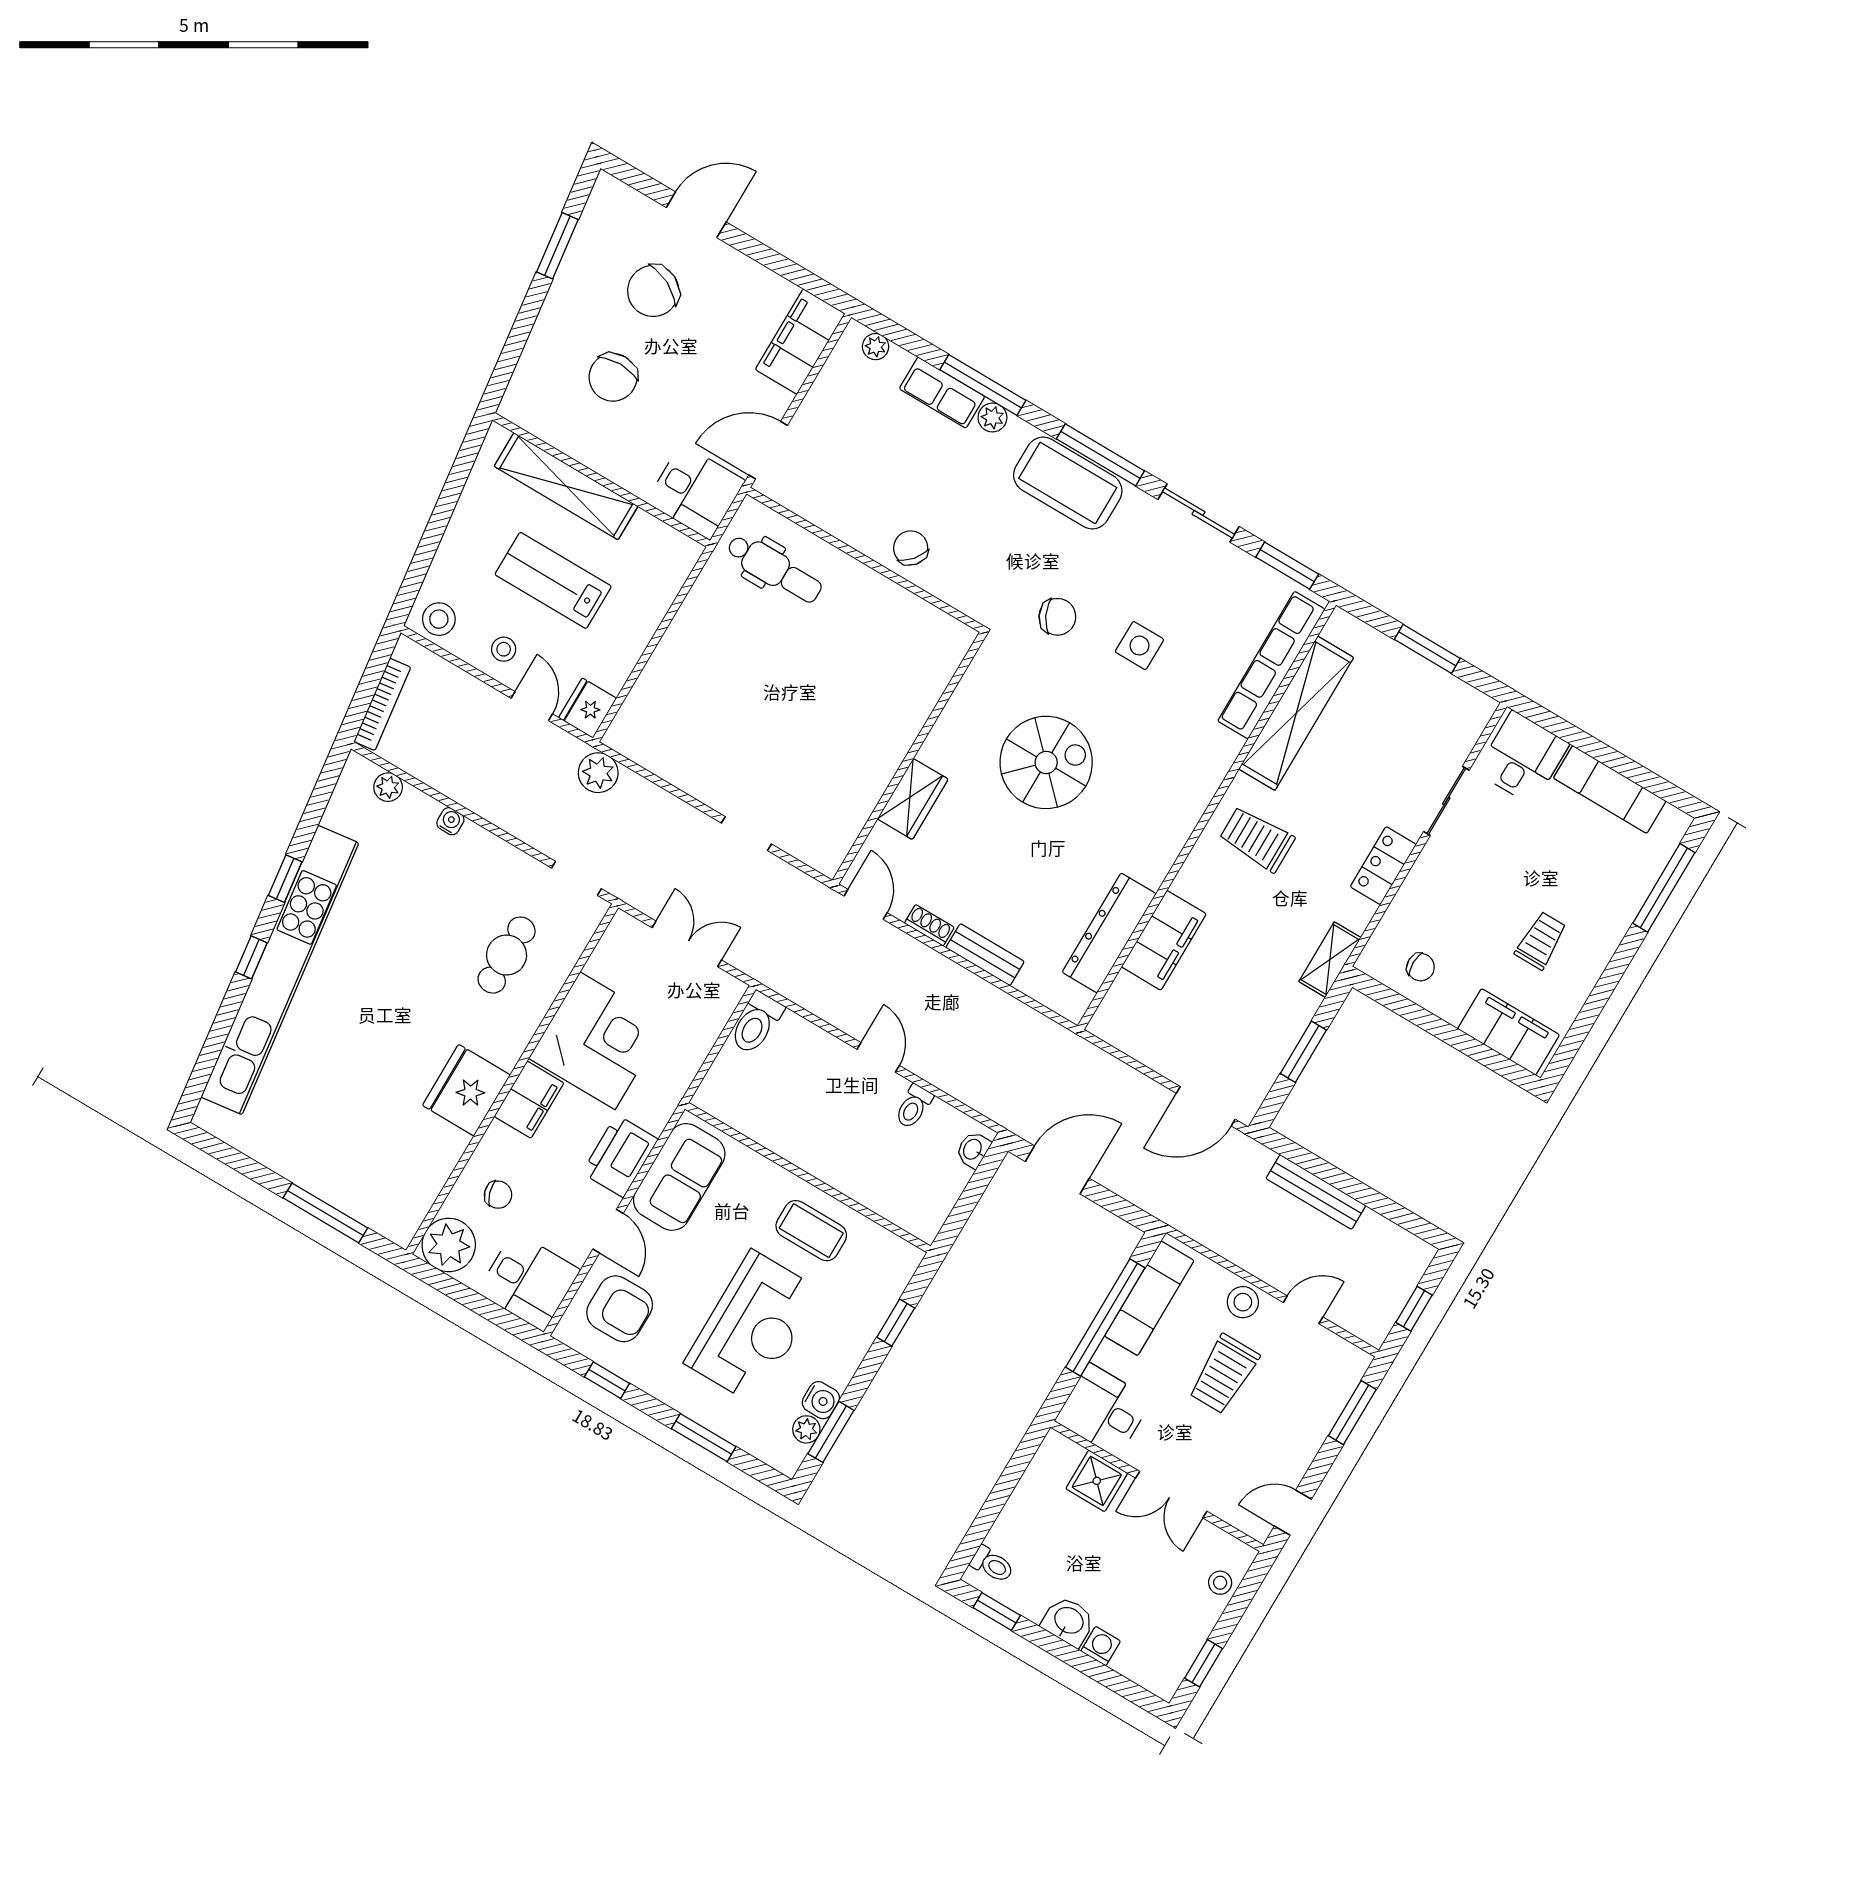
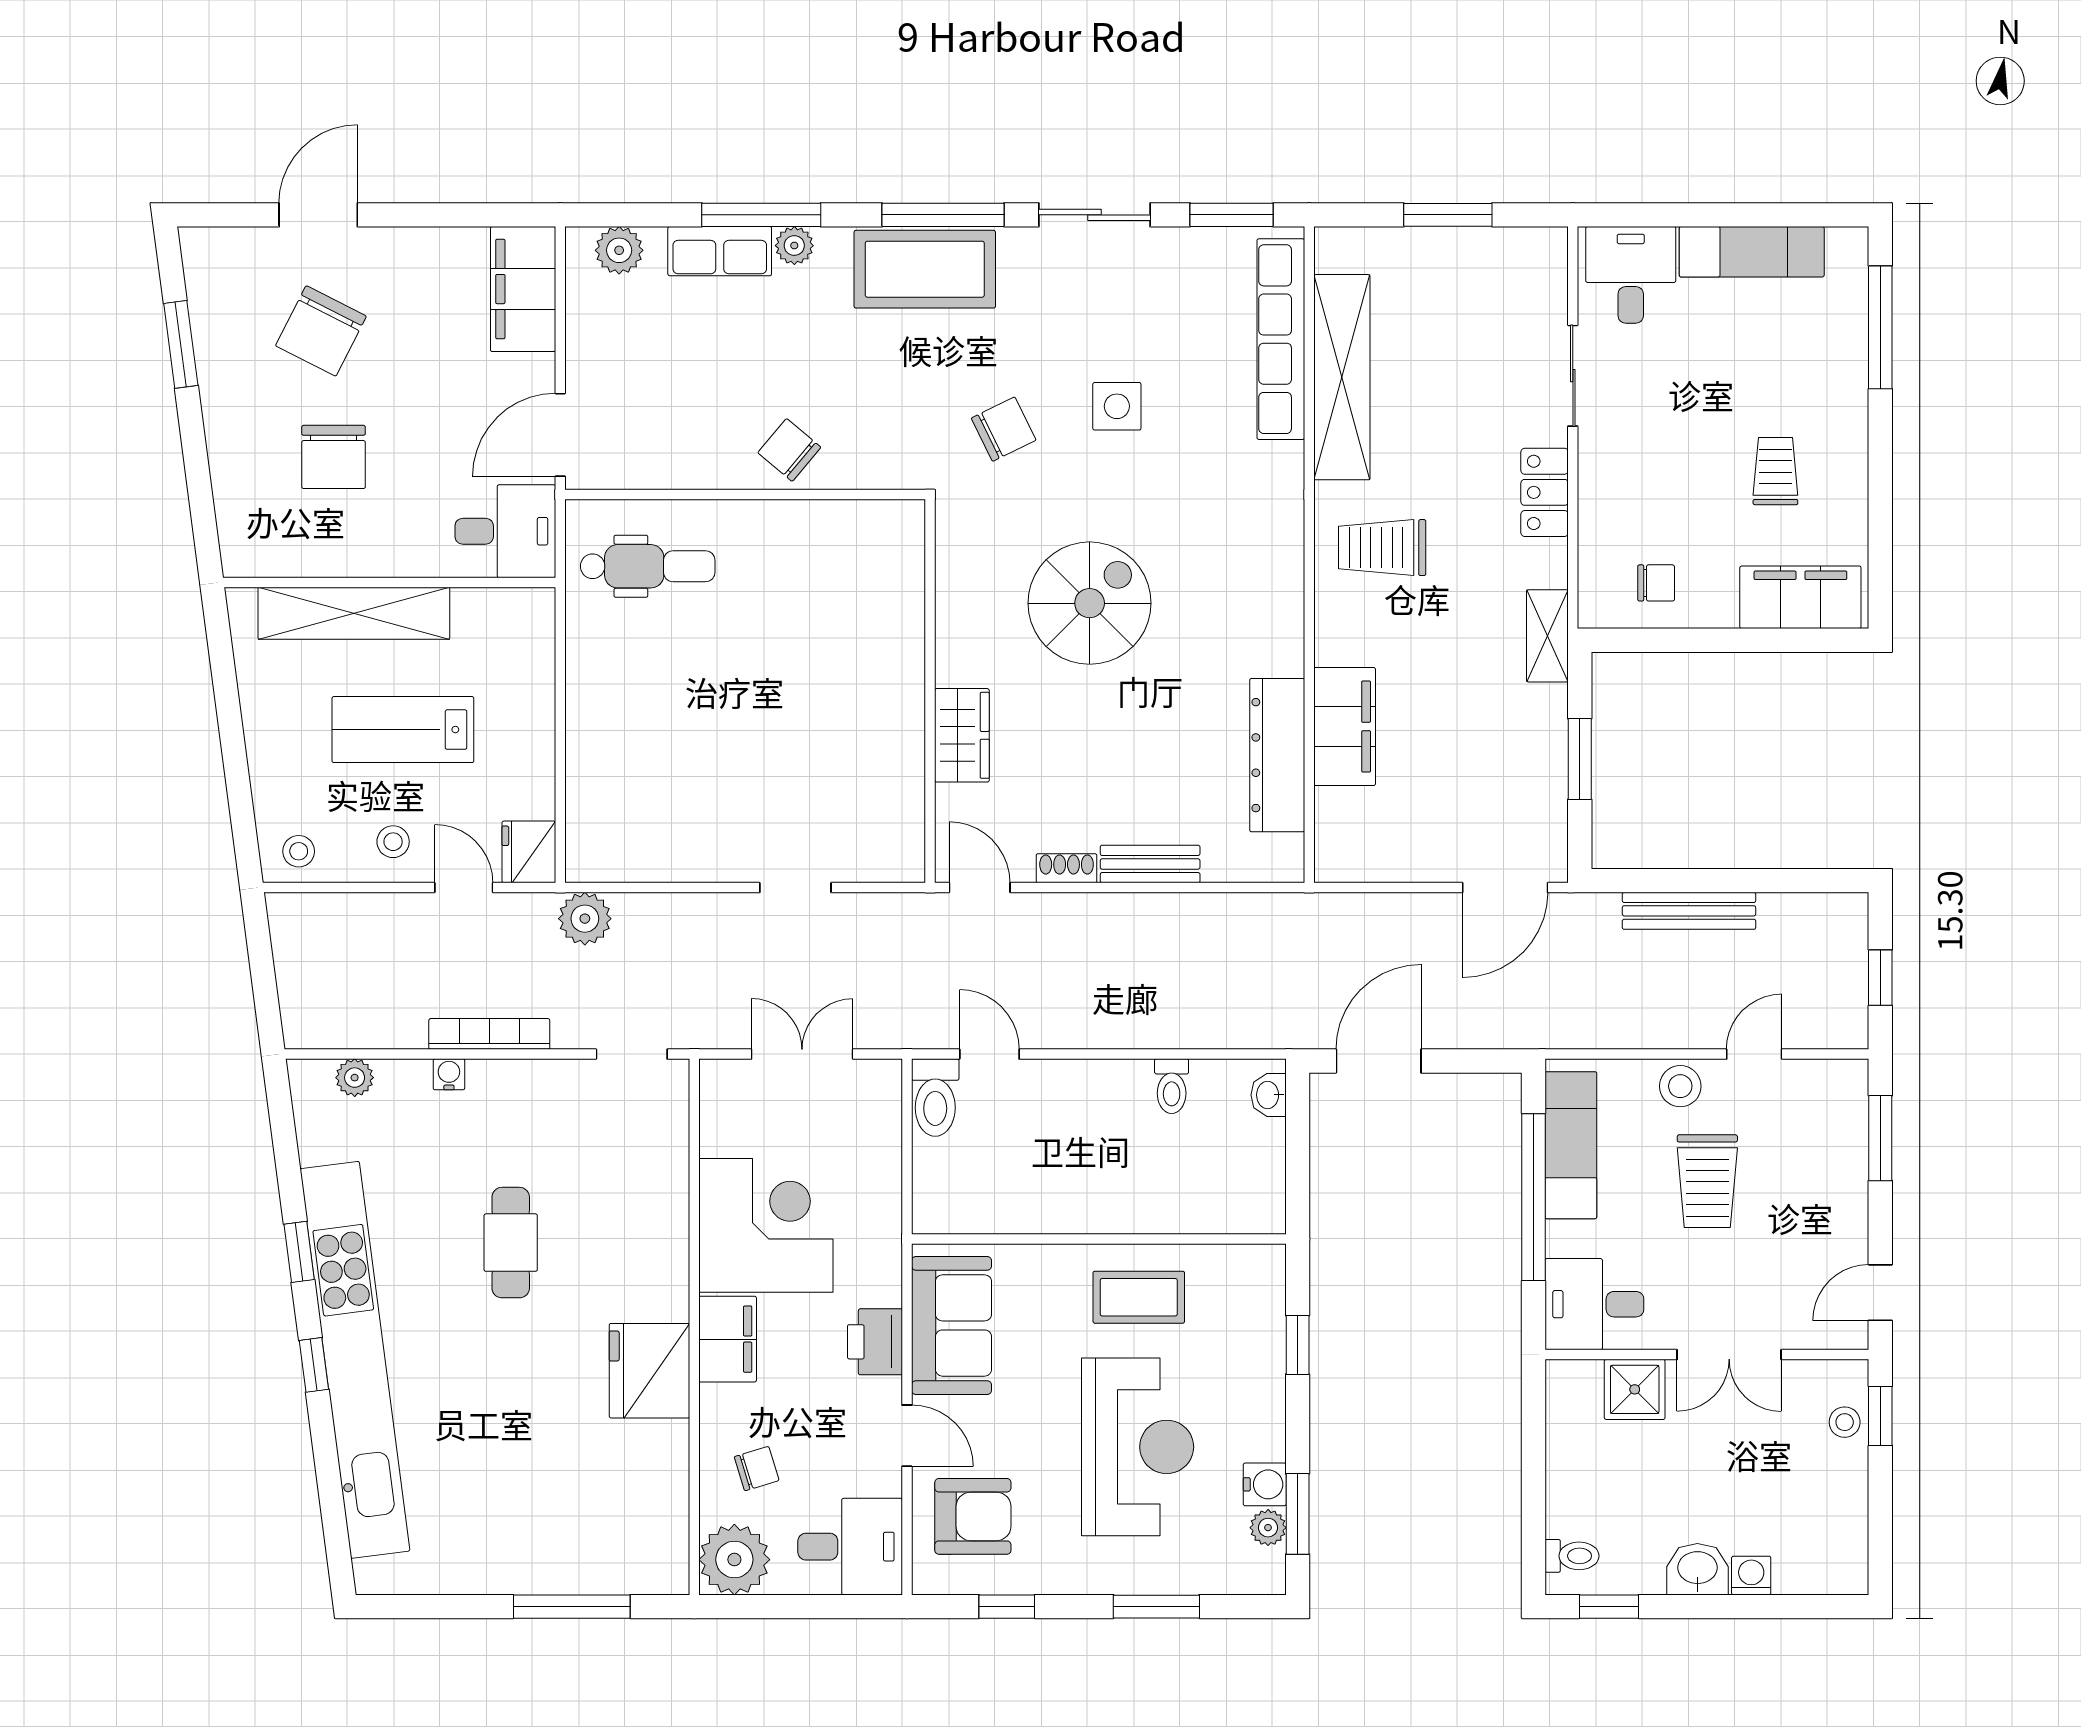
plant: (876, 347) -> (619, 250), width x1.38, depth x1.38
stool: (439, 619) -> (299, 851), width x0.73, depth x0.73
bookcase: (382, 704) -> (489, 1034), moved, turned -83
cafe table: (507, 955) -> (511, 1243), moved
door: (878, 1057) -> (989, 1054), moved
printer: (620, 1156) -> (875, 1342), width x0.73, depth x0.84
window: (1203, 1663) -> (1880, 1416), moved

